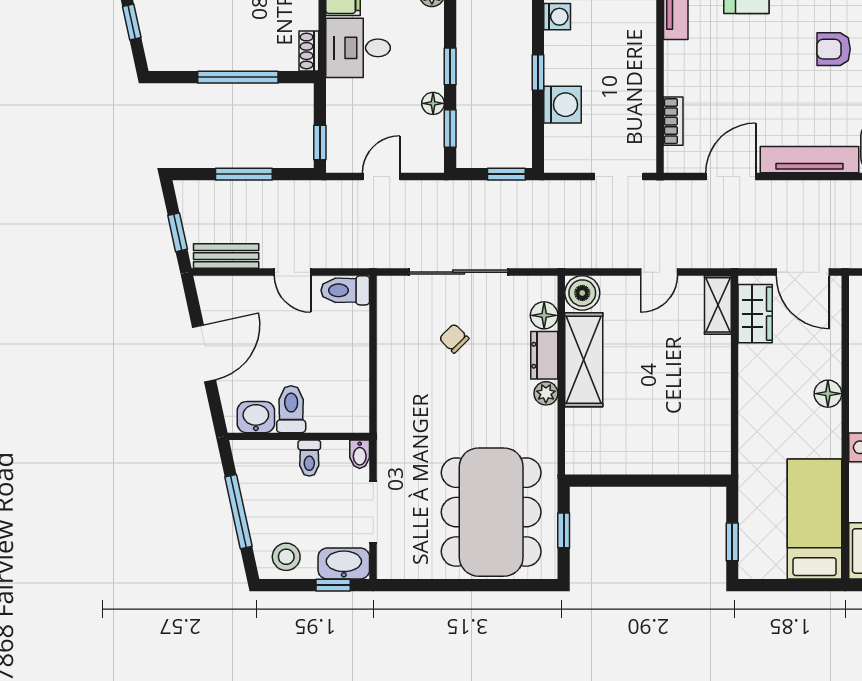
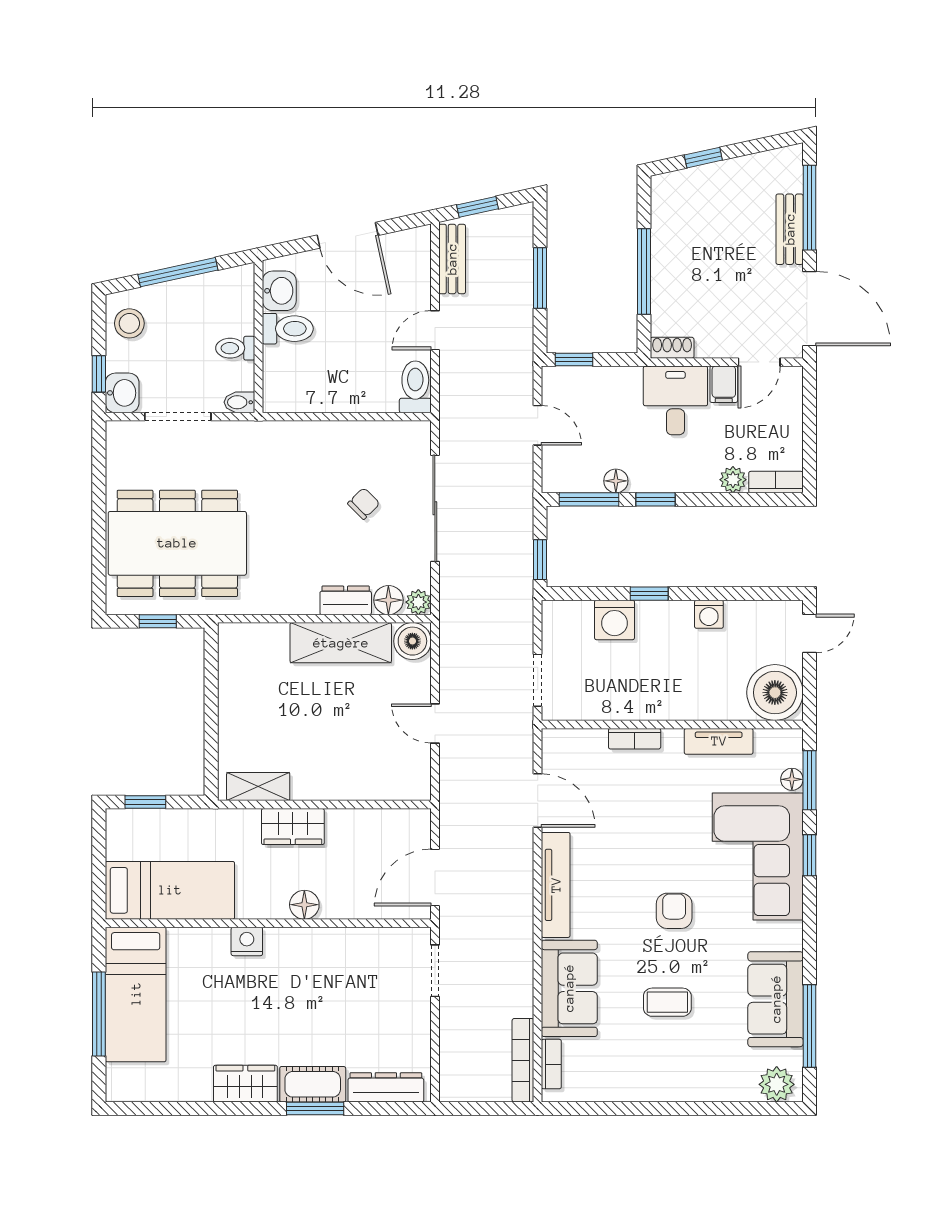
bookcase: (673, 121) -> (635, 739), moved
window: (450, 129) -> (589, 499), width x1.50
shelving: (718, 305) -> (258, 787), moved
wardrobe: (755, 314) -> (293, 827), moved
plant: (546, 393) -> (418, 602), moved
washbasin: (344, 564) -> (122, 393), width x0.72

